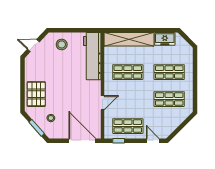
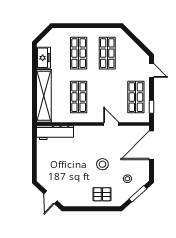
stool: (62, 44) -> (102, 164), moved
workbench: (92, 56) -> (55, 133), width x0.73, depth x0.76
pallet: (36, 94) -> (102, 194), width x0.67, depth x0.71
door: (153, 141) -> (152, 71), swing flipped

